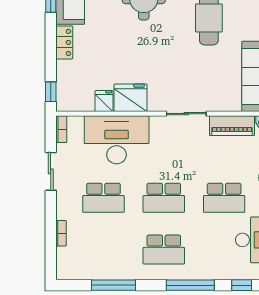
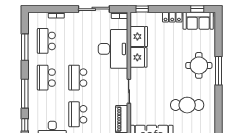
fridge: (104, 101) -> (139, 37), width x1.88, depth x1.34
sliding door: (51, 171) -> (94, 9), width x1.37
school desk: (103, 198) -> (46, 41), moved

